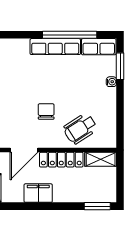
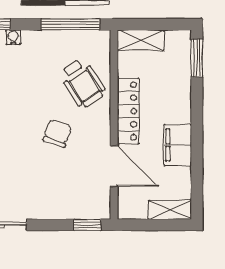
chair: (46, 111) -> (57, 133), turned 109
window: (120, 120) -> (70, 24), added
shelving: (101, 159) -> (141, 40), moved, turned 90

